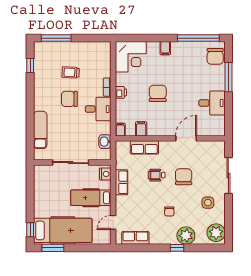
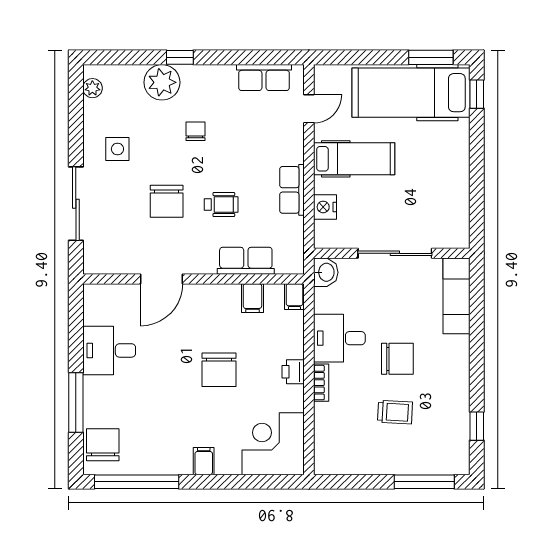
sliding door: (71, 163) -> (395, 253), moved
wall: (72, 163) -> (392, 253), moved
plant: (216, 233) -> (92, 88), width x0.53, depth x0.53

